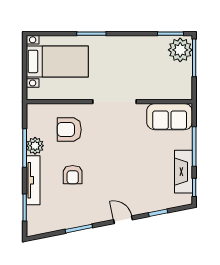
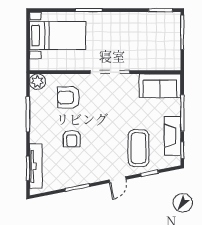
plant: (180, 50) -> (170, 25), removed
plant: (35, 146) -> (37, 82), moved
tv unit: (33, 180) -> (36, 166), moved
coffee table: (146, 185) -> (138, 148), added
door: (123, 220) -> (118, 180), swing flipped

